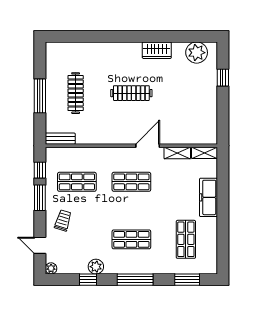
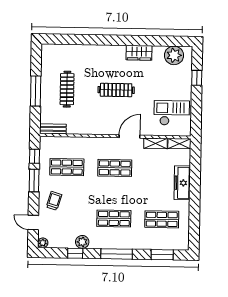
checkout: (195, 118) -> (172, 113), added
shop shelf: (186, 239) -> (162, 219), turned 90

